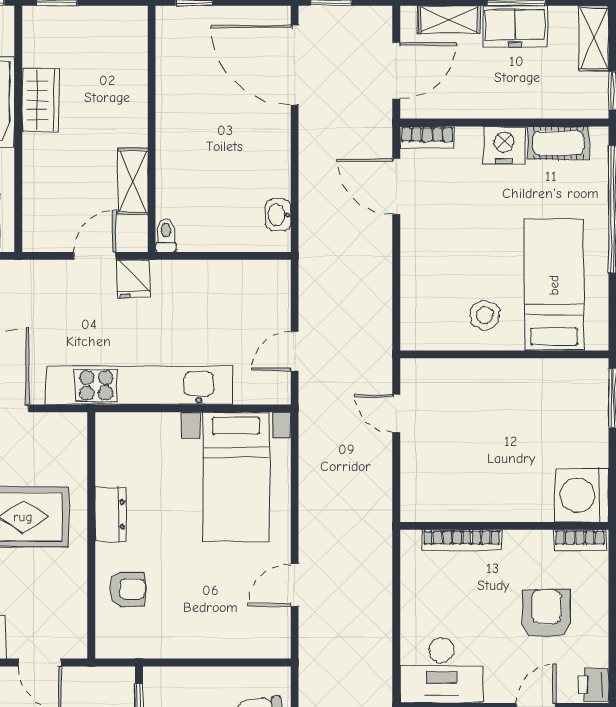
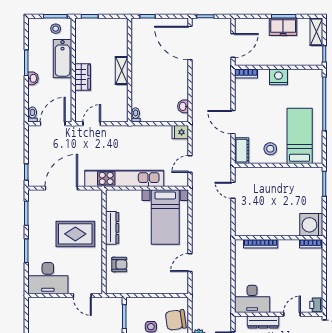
shelving: (449, 19) -> (255, 24), removed
wardrobe: (40, 100) -> (83, 77), moved
cot: (558, 143) -> (242, 151), moved, turned 90
shelving: (133, 181) -> (122, 71), moved
door: (396, 187) -> (233, 122), moved
door: (95, 256) -> (92, 124), moved
fridge: (133, 279) -> (180, 132), moved, turned 90
dresser: (110, 514) -> (112, 228), width x1.44
armchair: (547, 614) -> (296, 275), removed

